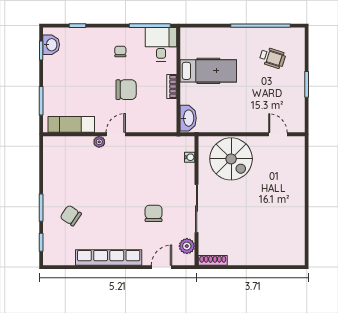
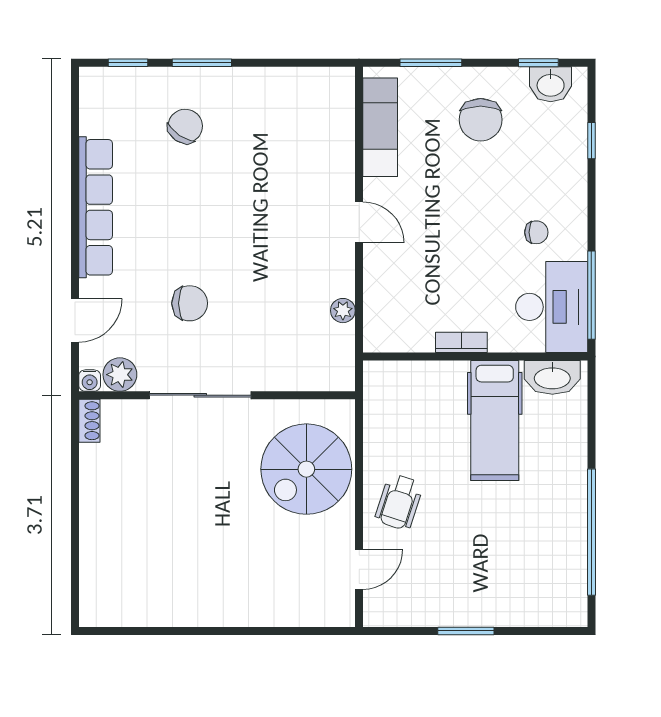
desk: (161, 44) -> (552, 307), width x1.37
wheelchair: (272, 58) -> (399, 502), moved
chair: (126, 90) -> (481, 120), moved
washbasin: (188, 118) -> (552, 377), moved
plant: (99, 142) -> (343, 311), moved
water cooler: (190, 157) -> (90, 381), moved
shoe rack: (213, 260) -> (89, 421), width x0.70
door: (162, 267) -> (75, 320), hinge flipped

